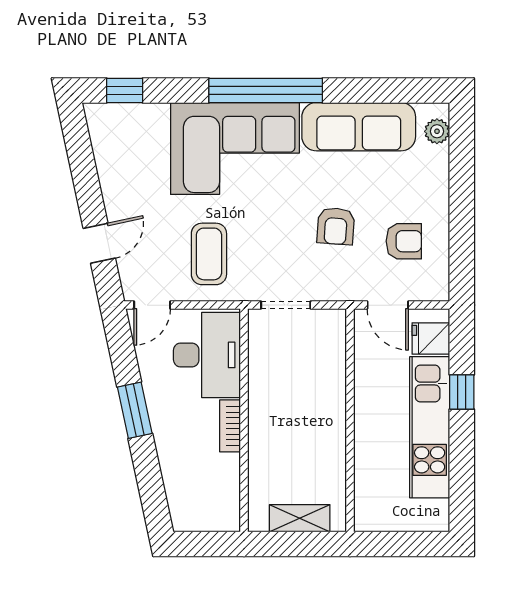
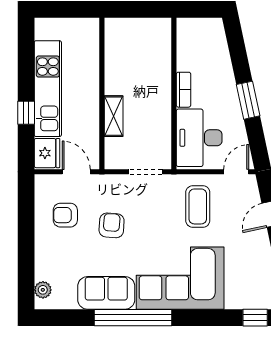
window: (266, 90) -> (133, 318), moved
sofa: (359, 127) -> (106, 293), width x0.73
fridge: (431, 339) -> (47, 153), width x1.38
shelving: (300, 518) -> (114, 116), moved, turned 90

